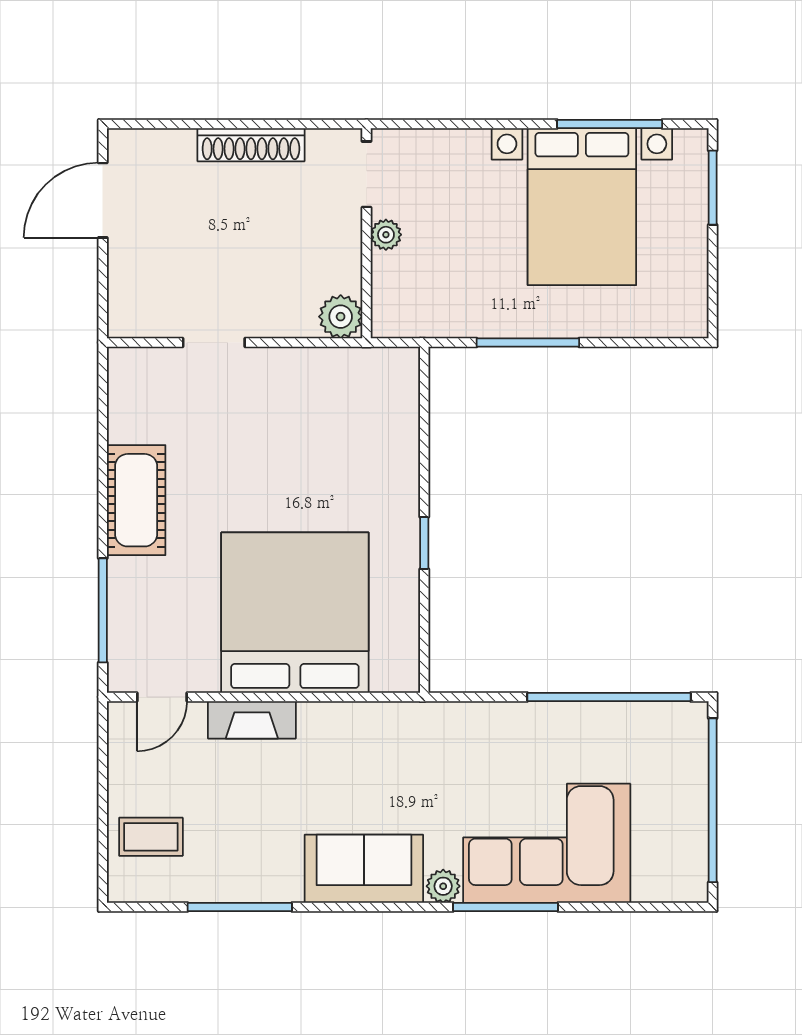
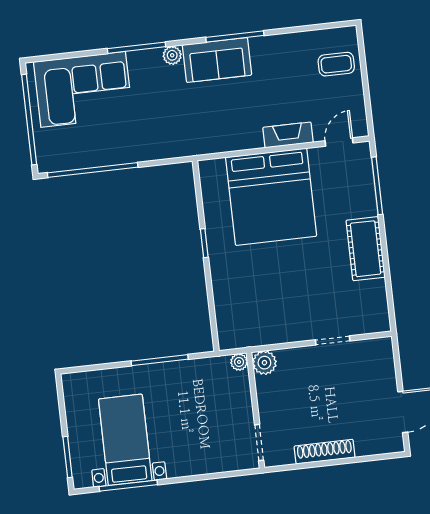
bed with nightstands: (582, 207) -> (125, 440), width x0.73
plant: (386, 235) -> (239, 362), moved
corner sofa: (547, 843) -> (83, 89), moved
window: (240, 907) -> (235, 36), moved

